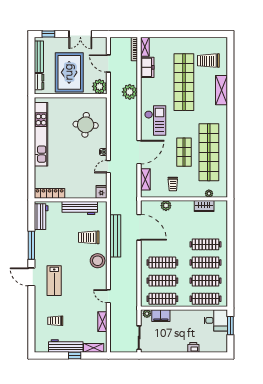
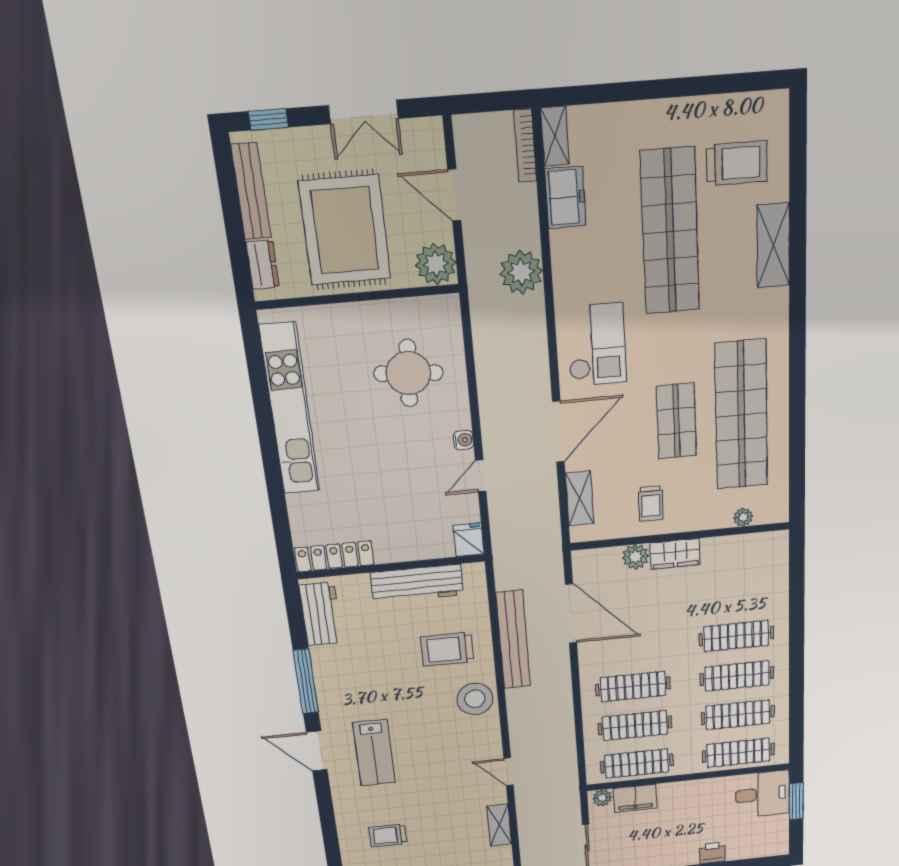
trolley: (208, 61) -> (737, 163), turned 180
wardrobe: (204, 206) -> (675, 554), moved

